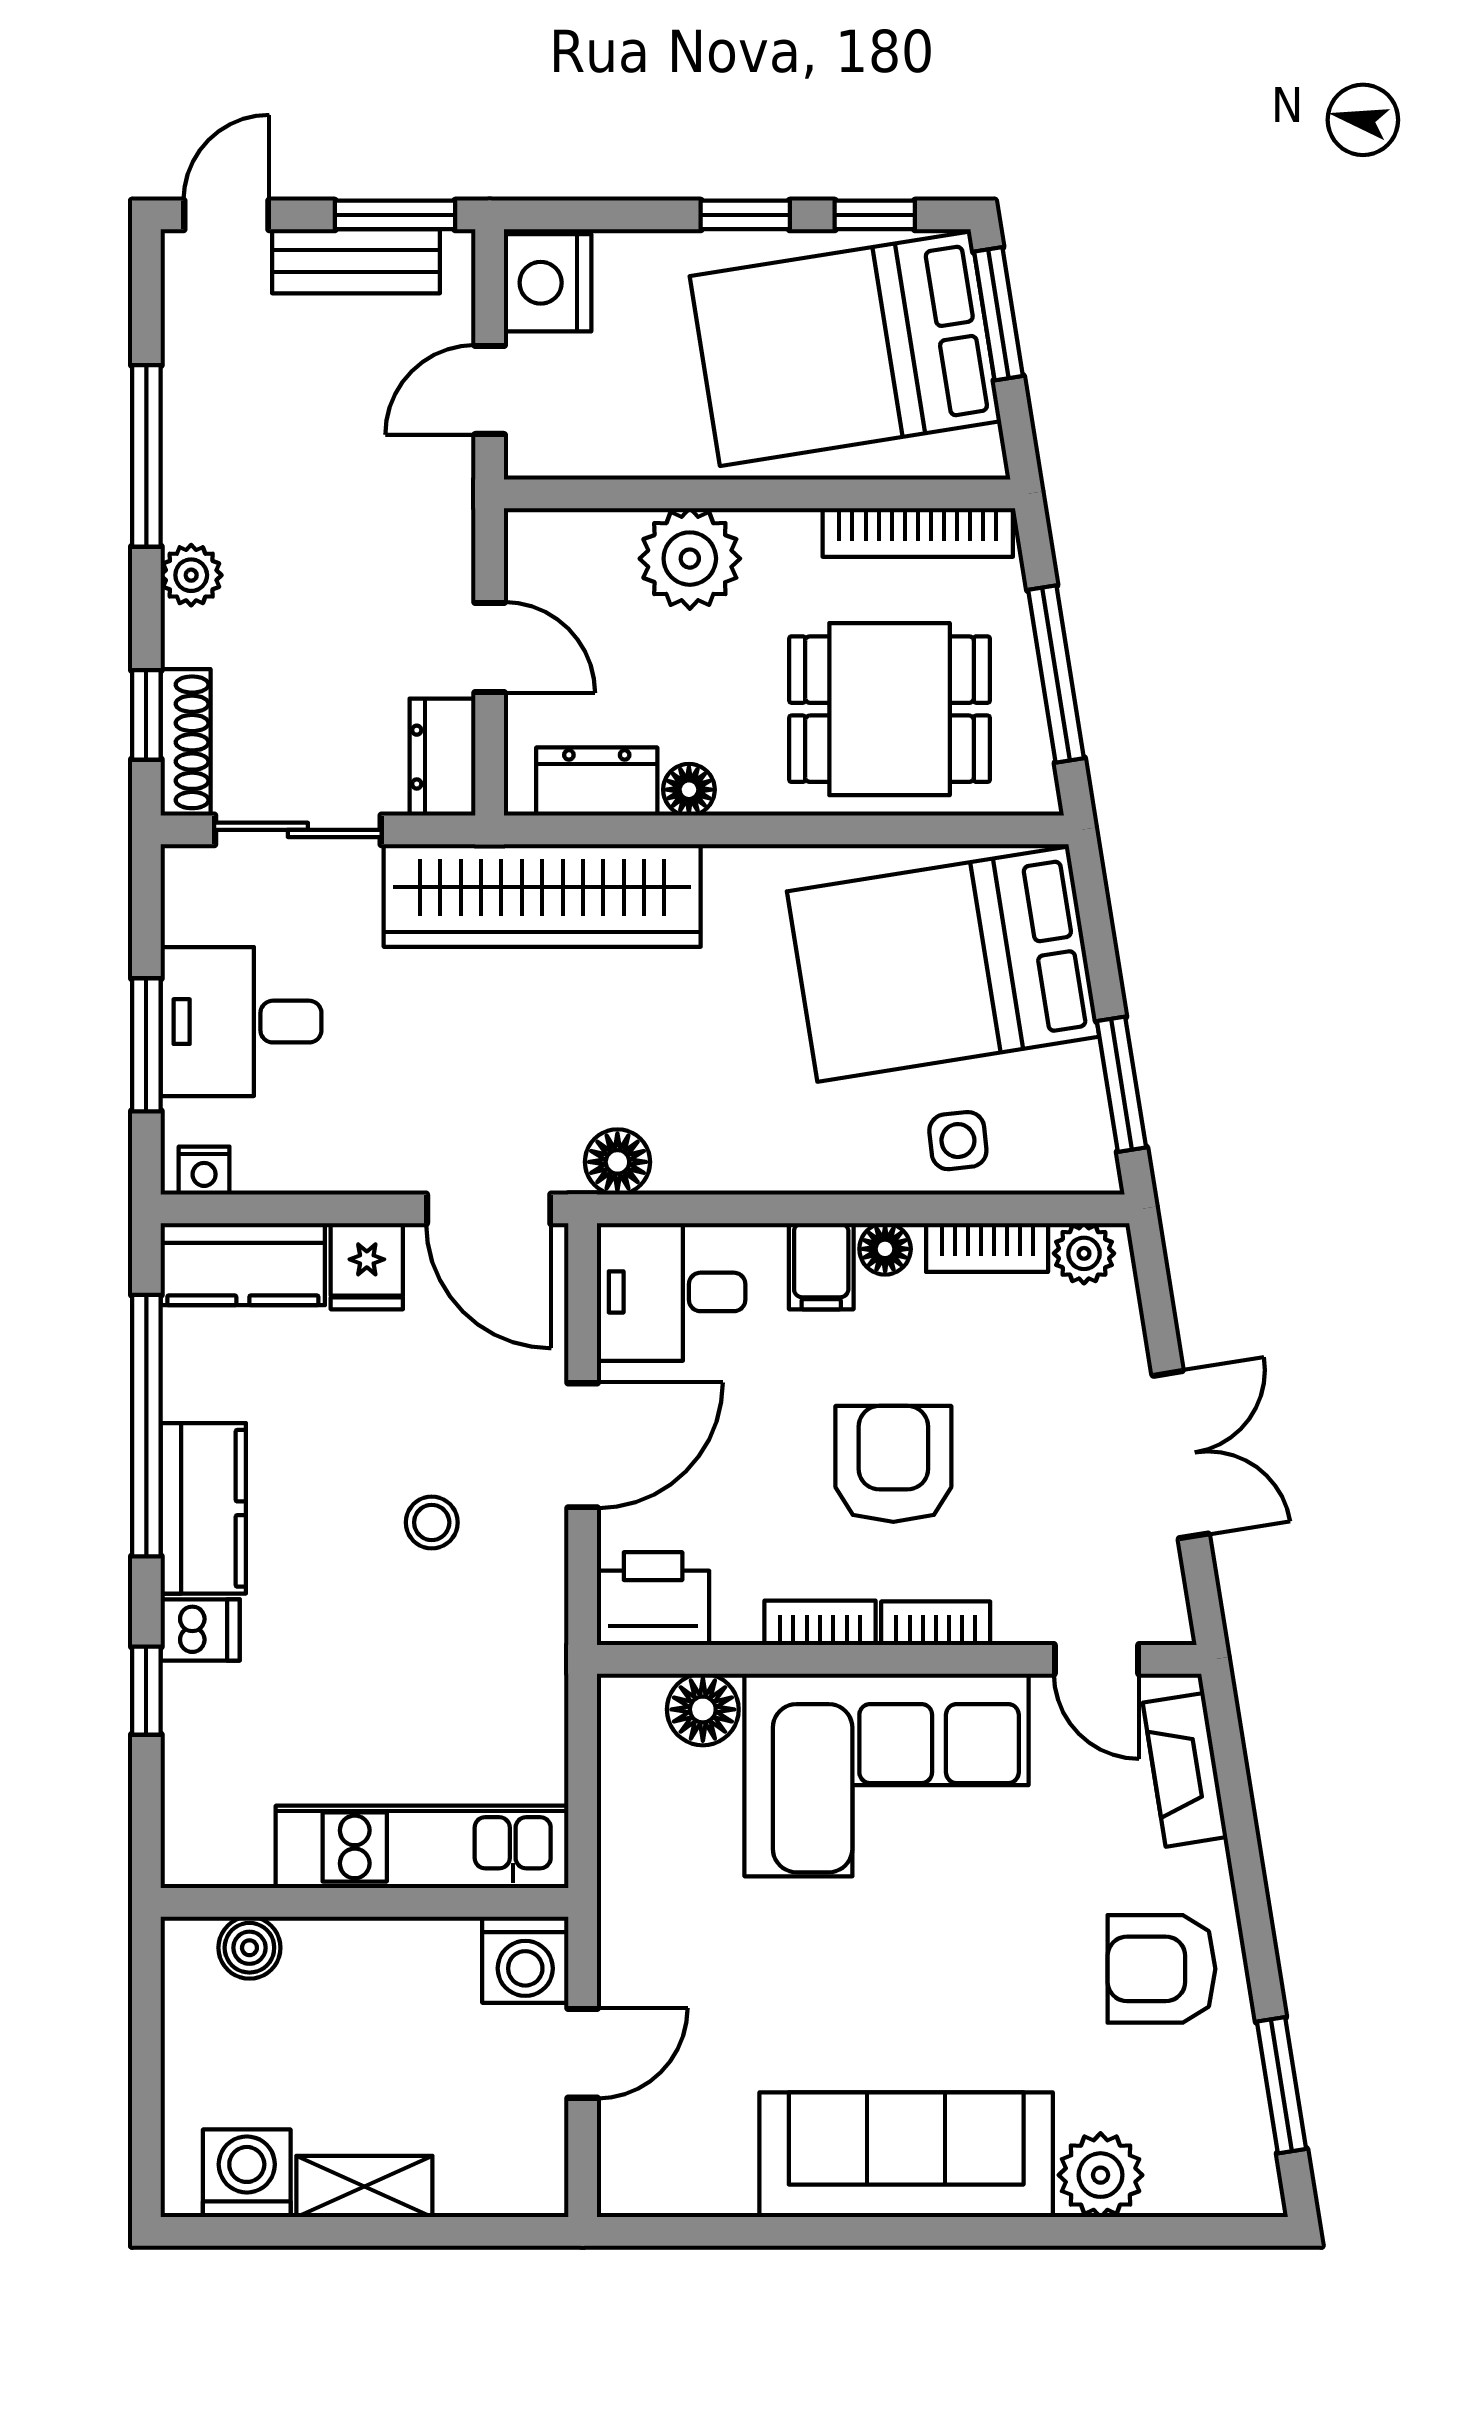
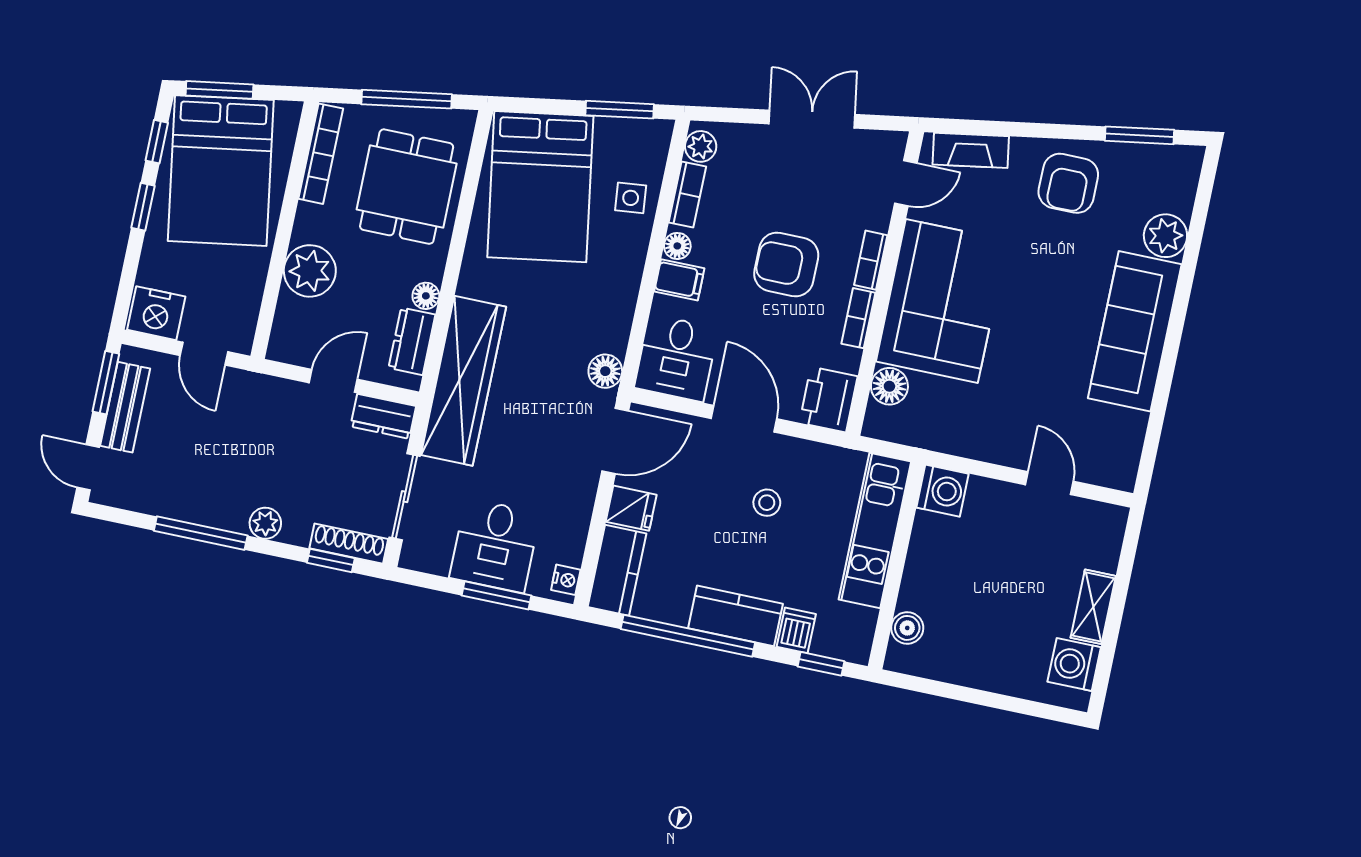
kitchen unit: (422, 1847) -> (875, 531), moved
wall: (365, 1902) -> (897, 565), moved
boiler: (249, 1948) -> (907, 628), moved
washing machine: (525, 1960) -> (942, 491), moved

